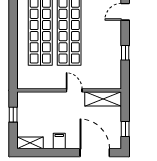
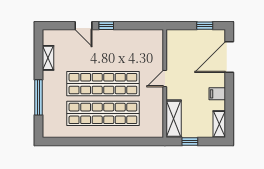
window: (125, 53) -> (106, 26), moved
shelving: (103, 99) -> (174, 119), moved

